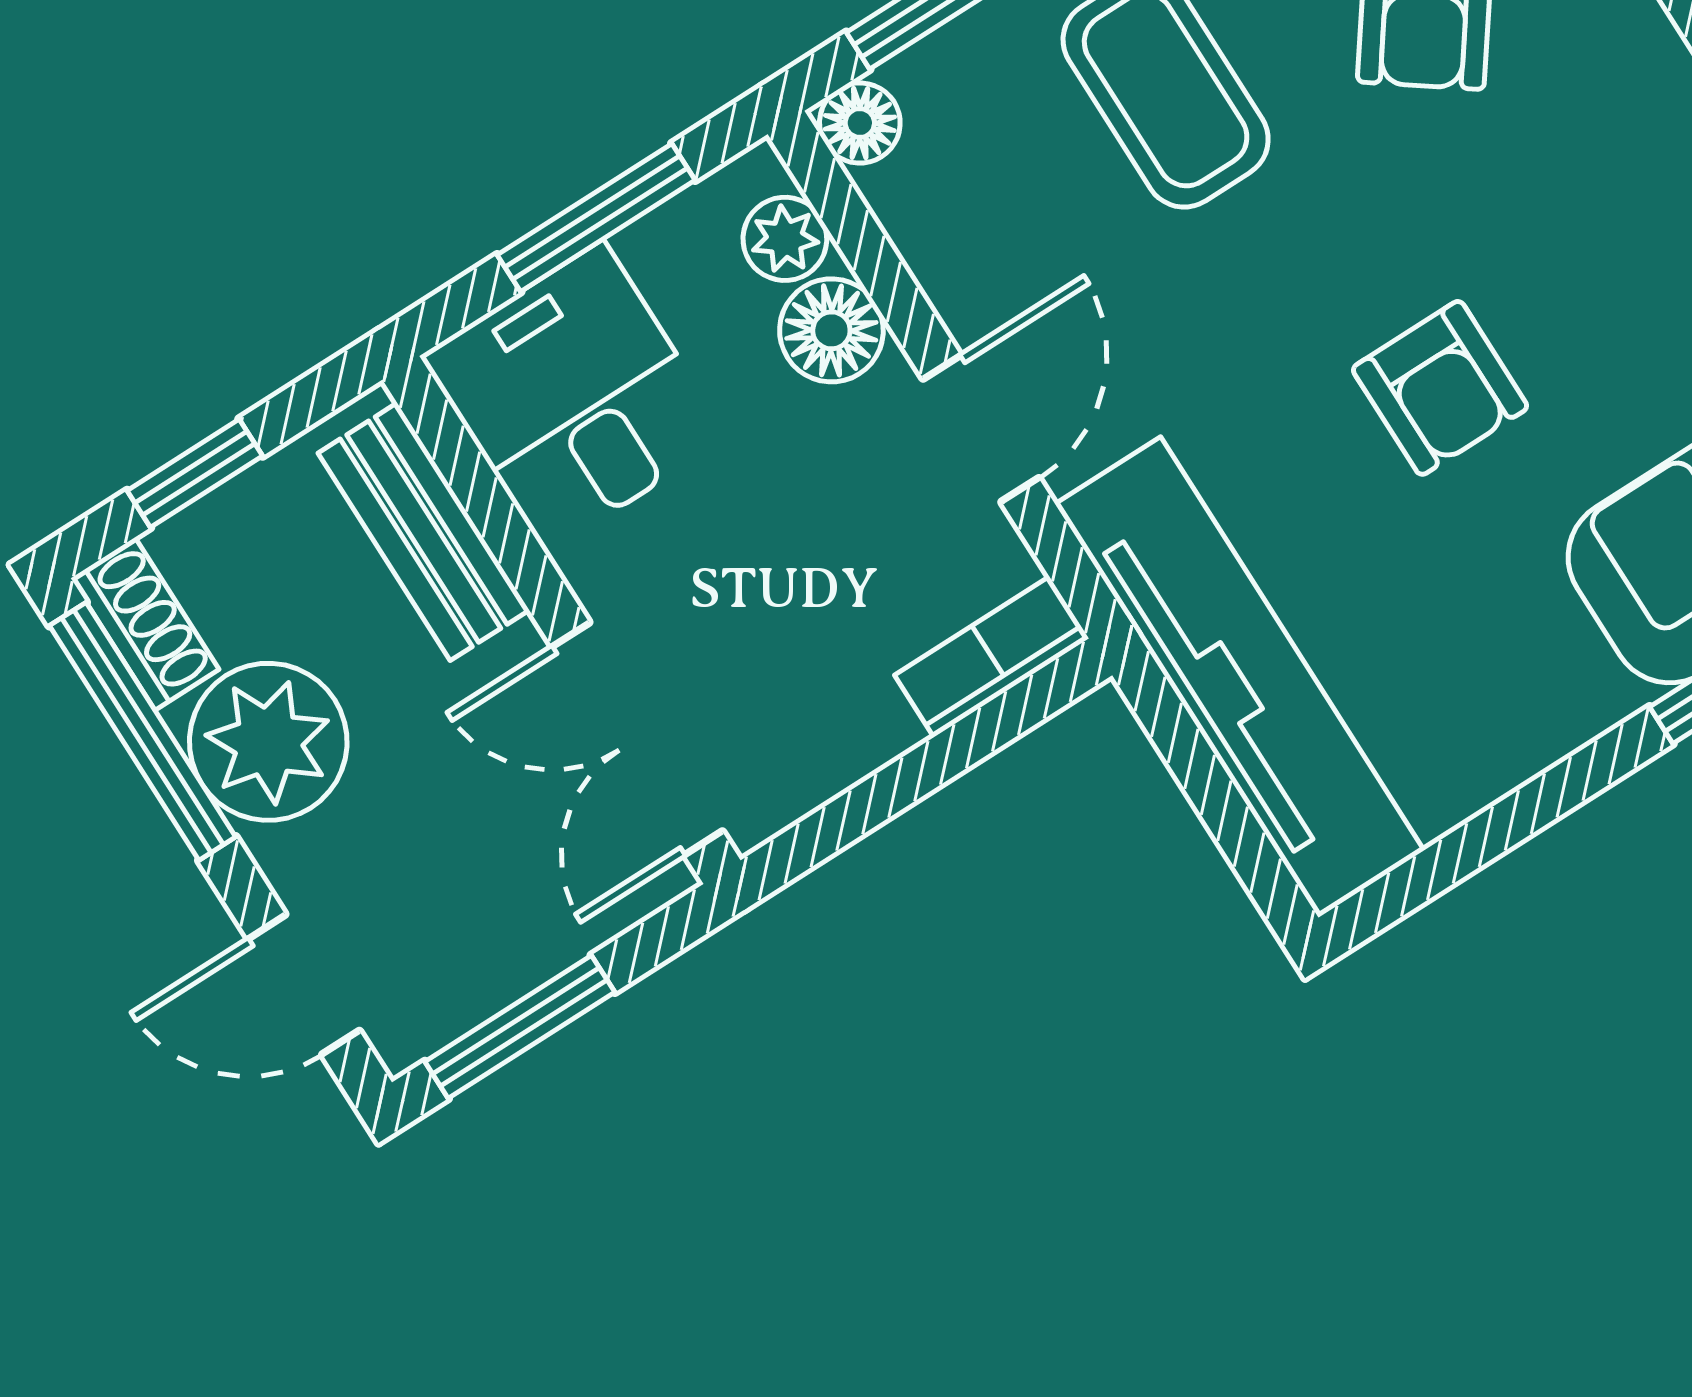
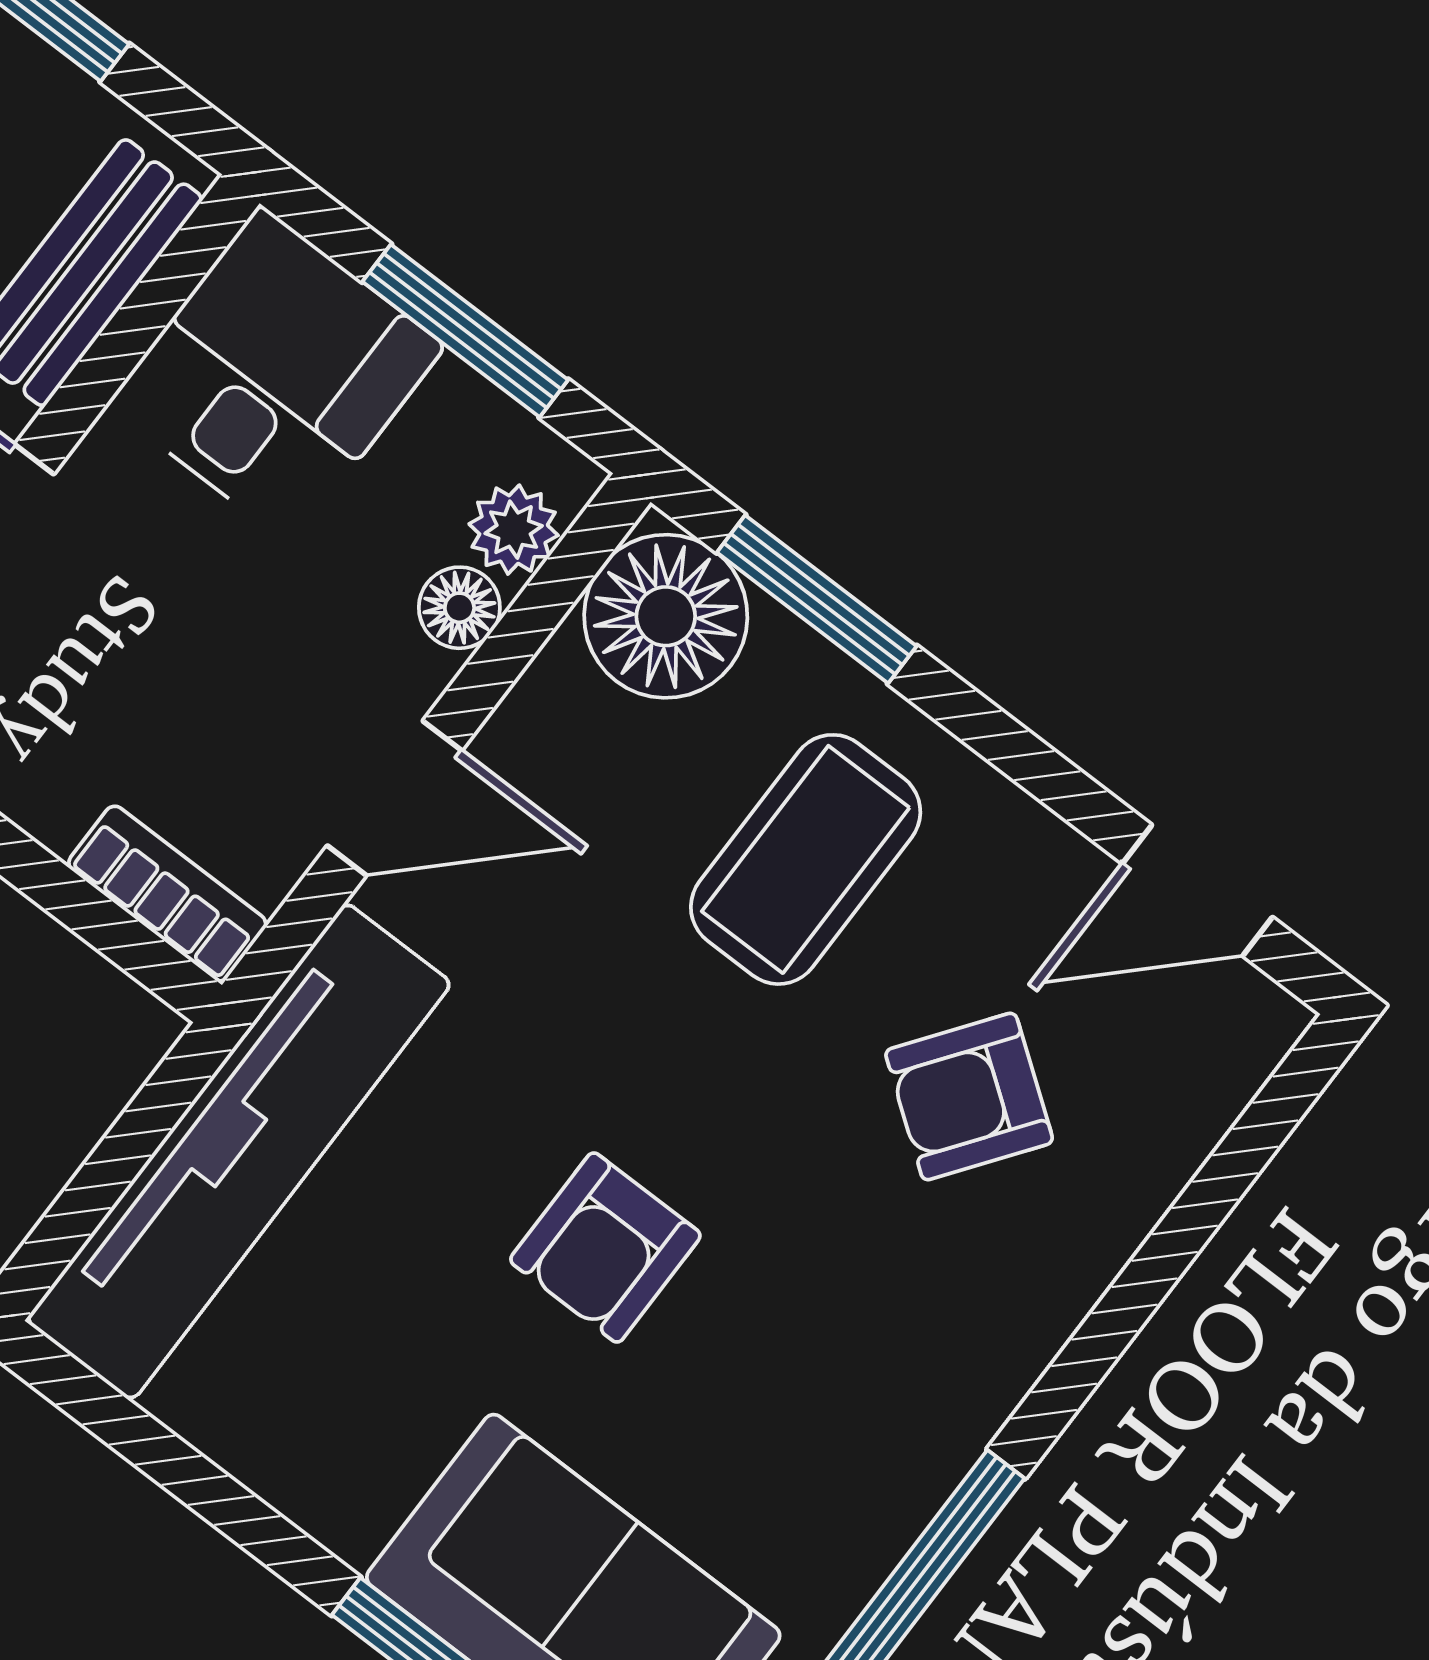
floor lamp: (860, 123) -> (666, 616), width x1.89, depth x1.89
floor lamp: (831, 330) -> (459, 608), width x0.73, depth x0.73

